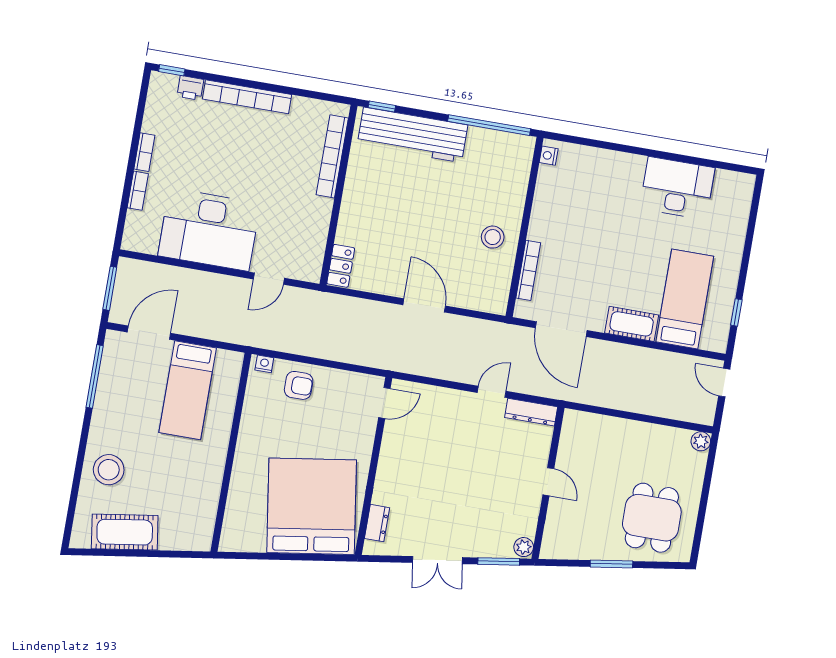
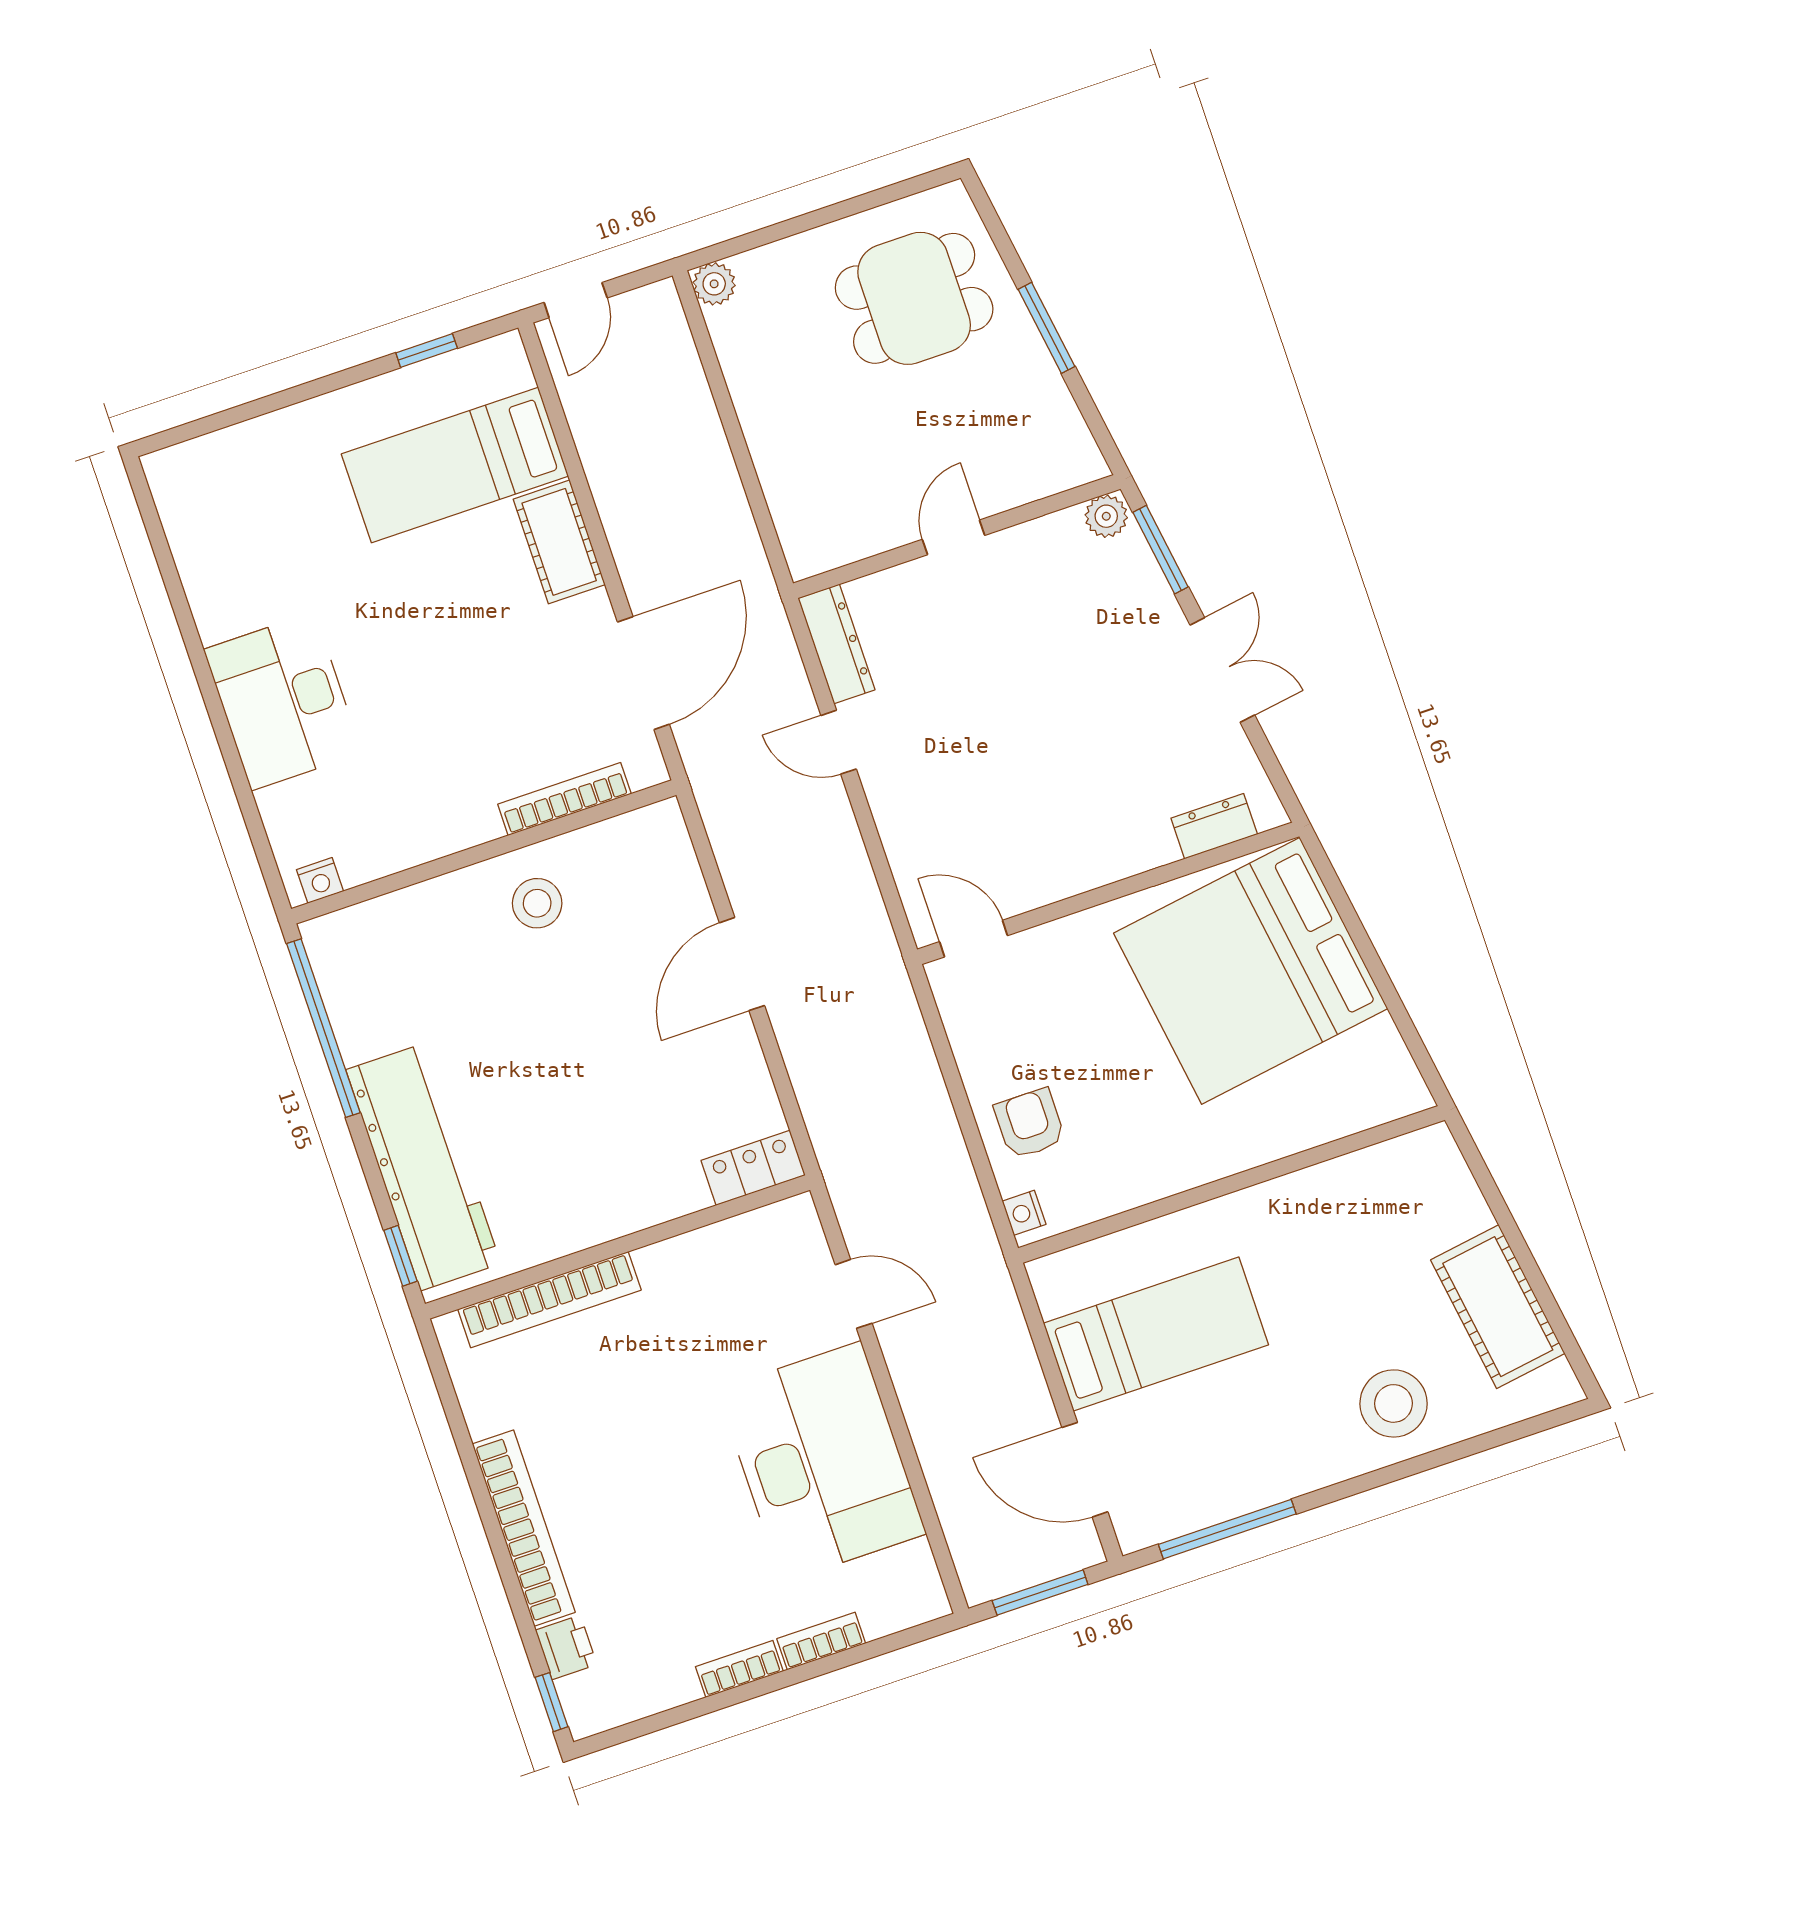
desk: (677, 188) -> (283, 701), moved

